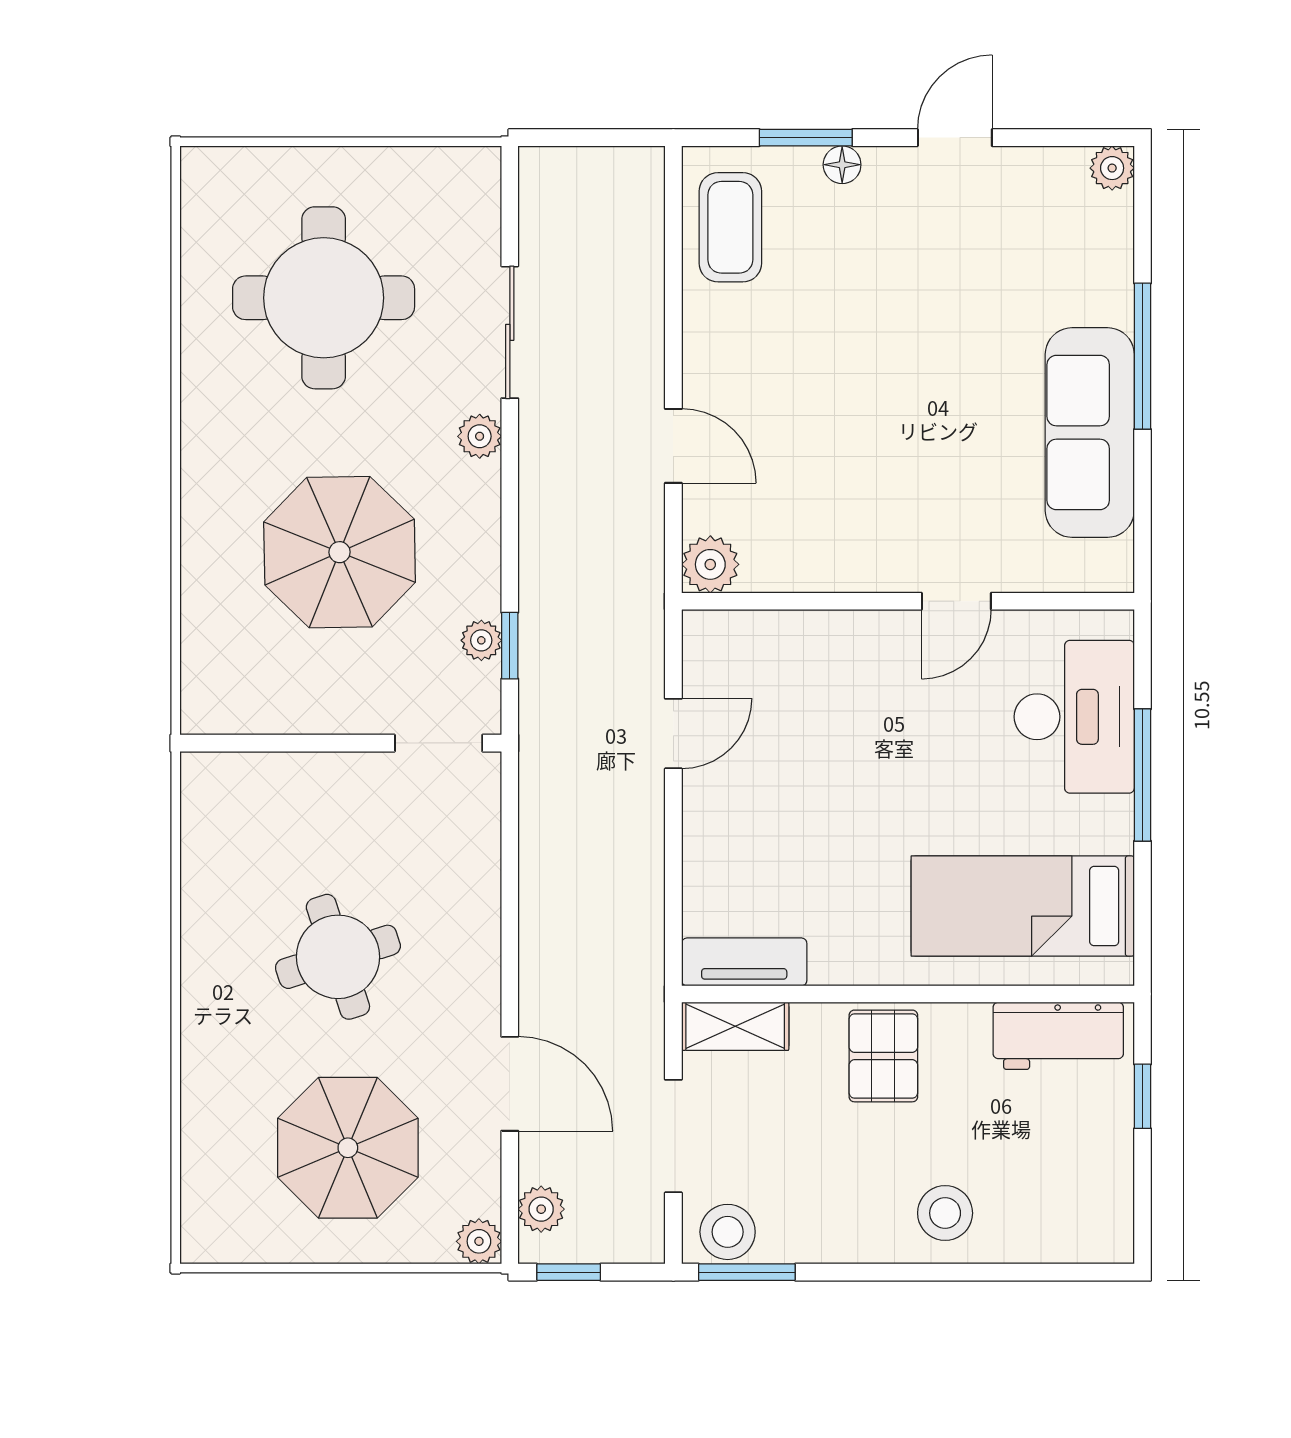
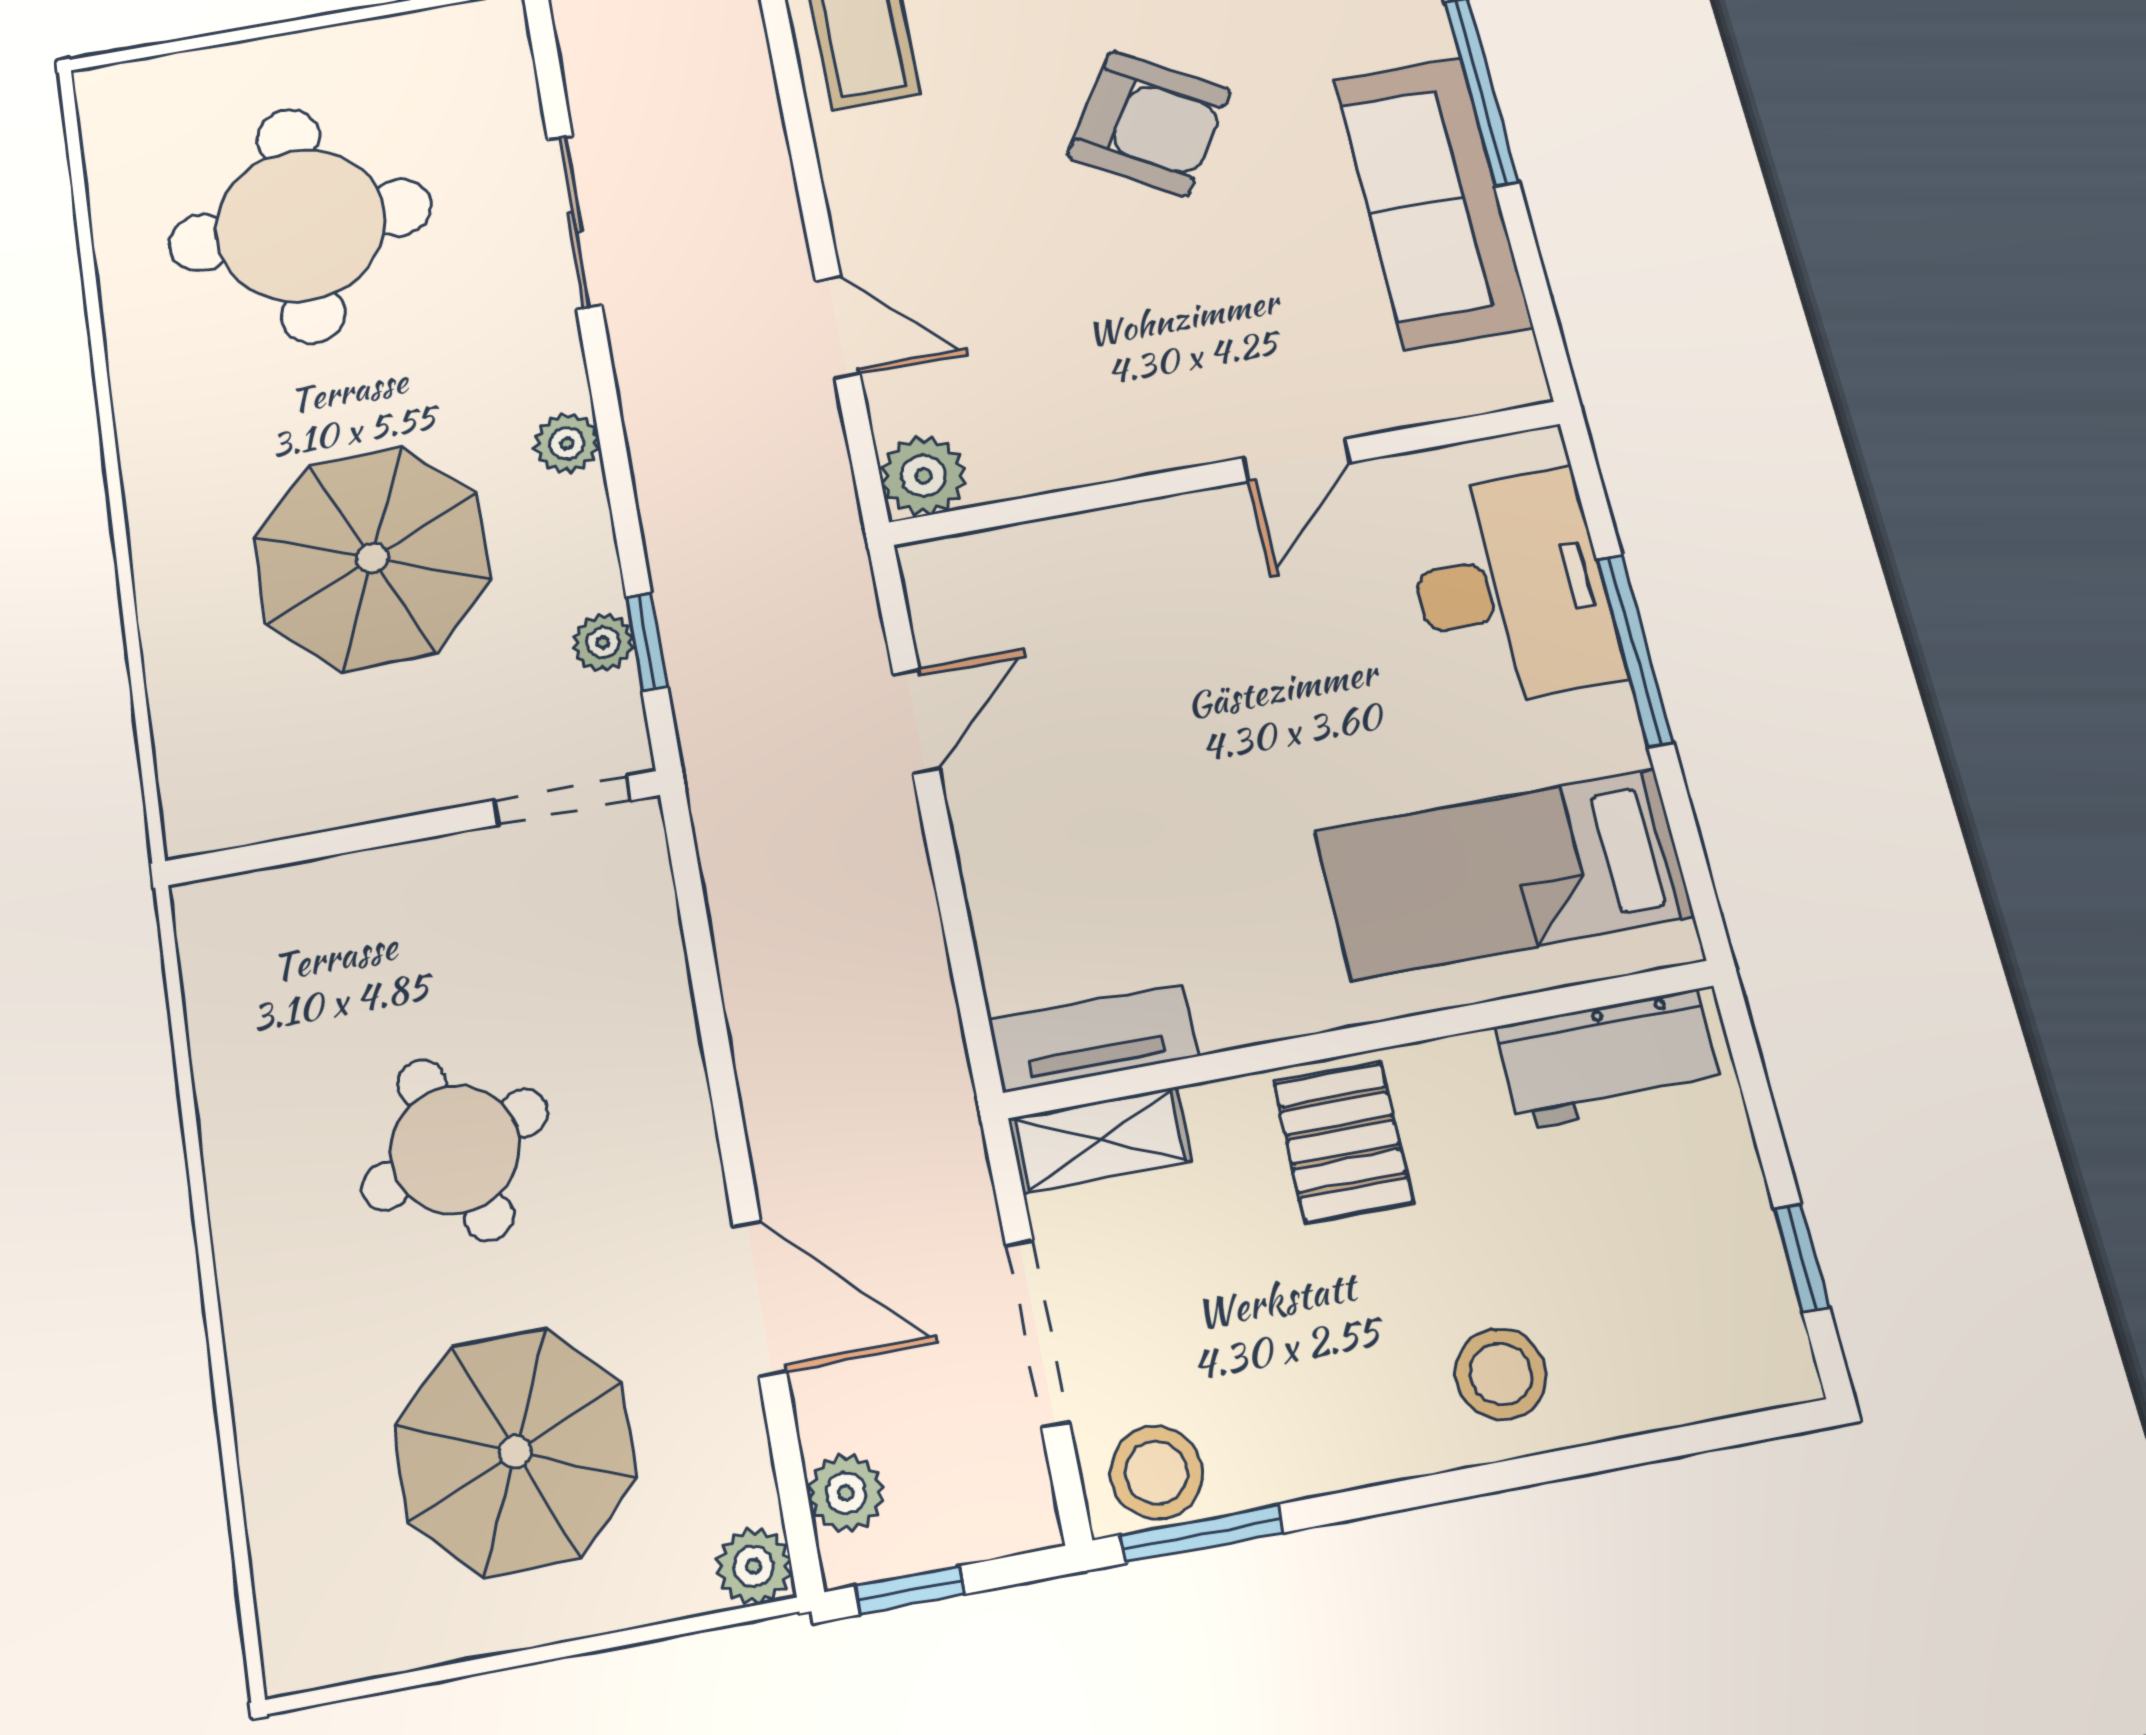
armchair: (912, 335) -> (1149, 123), added
plant: (480, 436) -> (567, 443), moved
window: (1142, 1096) -> (1802, 1258), moved

